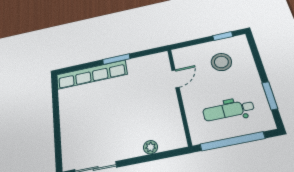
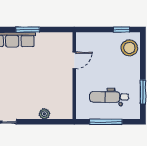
stool: (221, 62) -> (129, 48), moved
window: (232, 141) -> (106, 122), width x0.68

